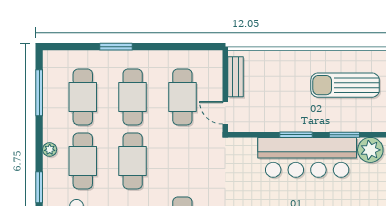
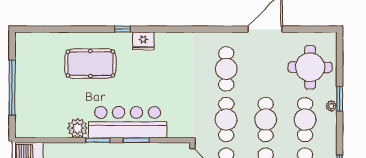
plant: (50, 149) -> (331, 106), moved
cafe table: (182, 161) -> (226, 120), added

